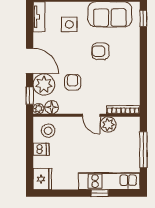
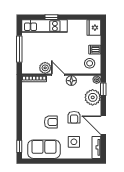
door: (30, 61) -> (103, 125), moved
armchair: (73, 82) -> (74, 117), moved
floor lamp: (52, 107) -> (71, 81), moved

